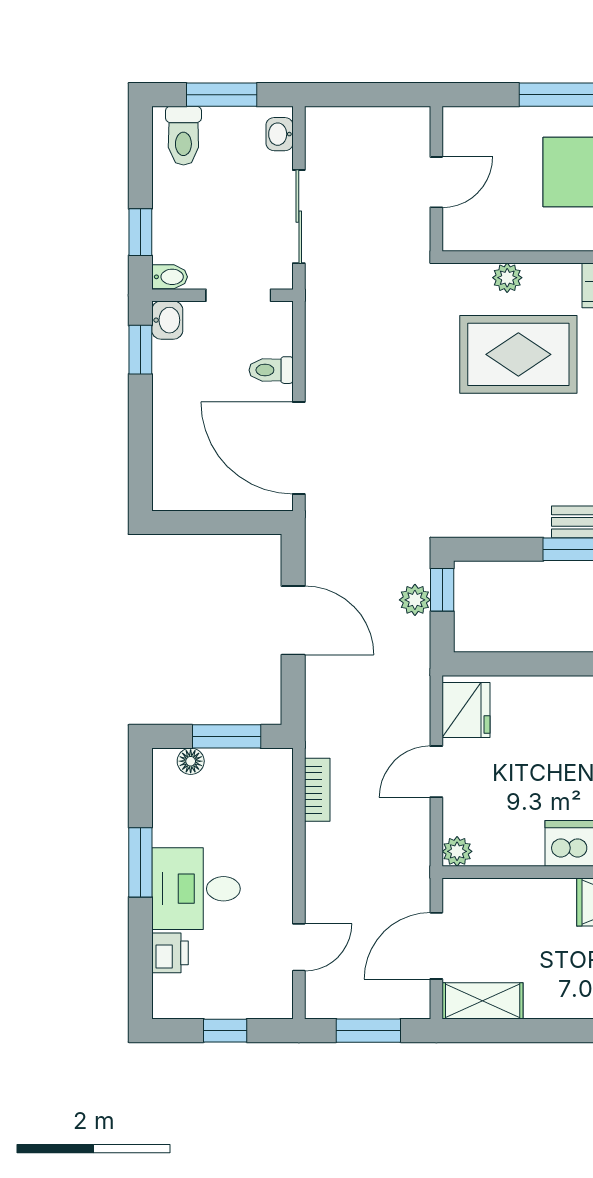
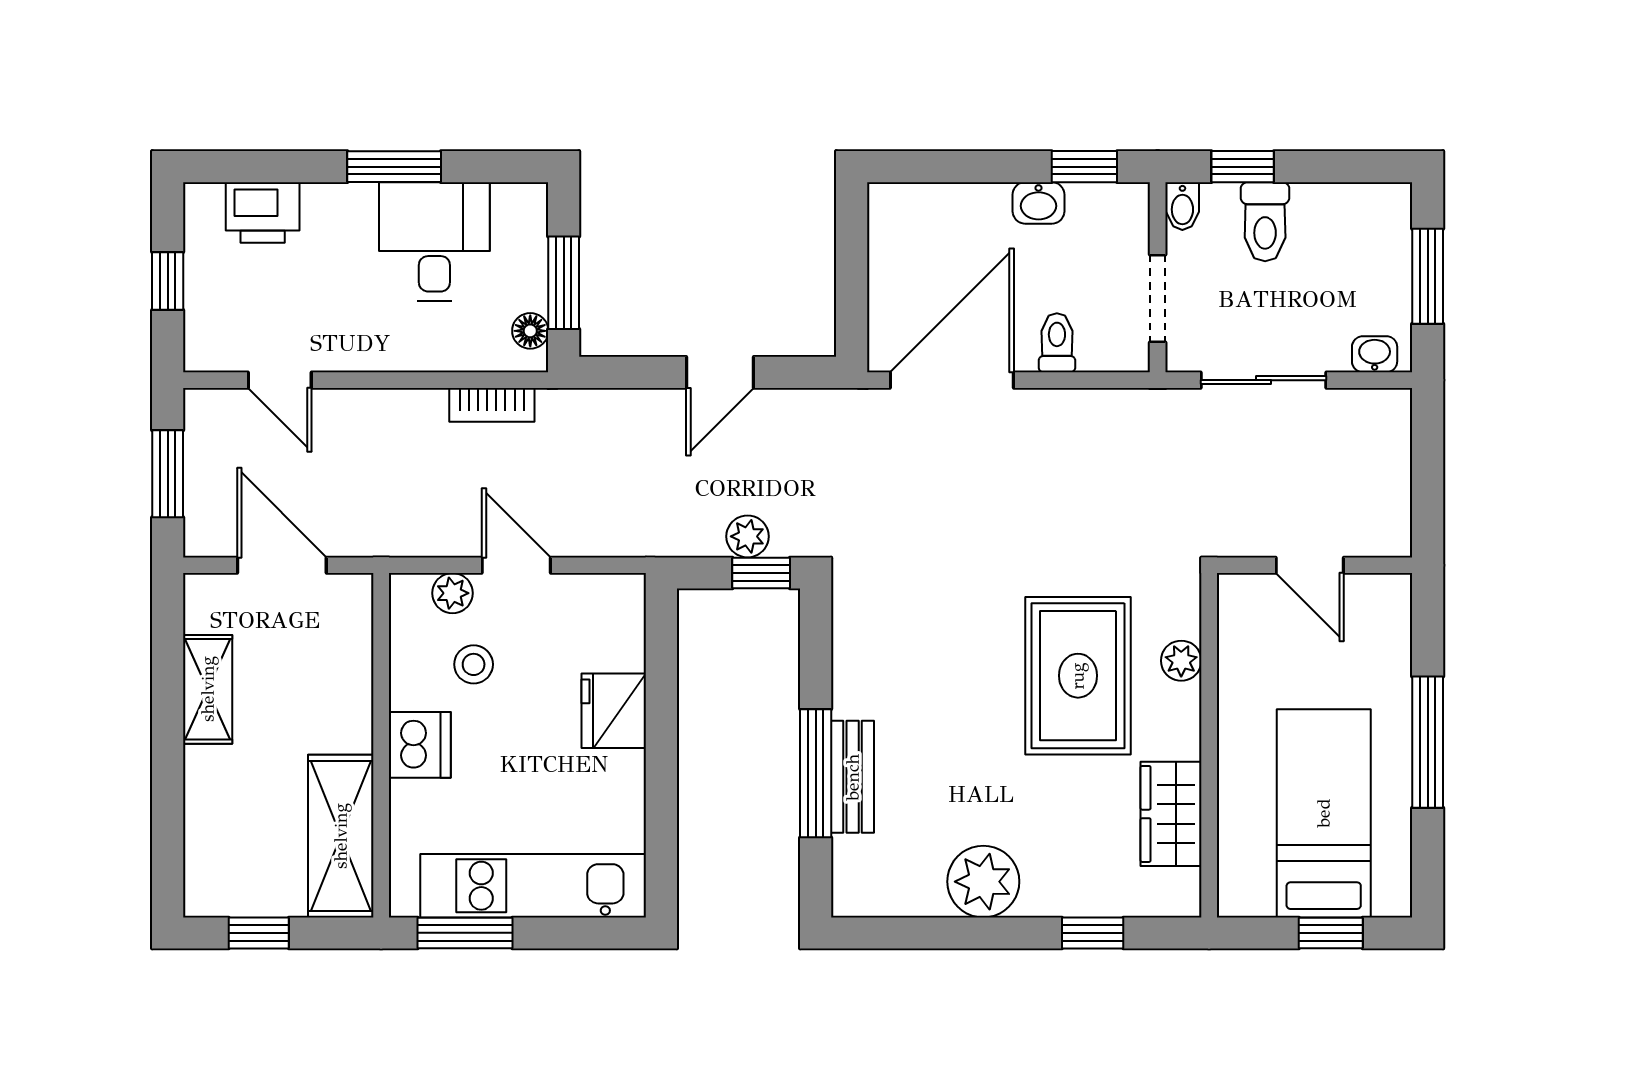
toilet: (183, 136) -> (1265, 222), moved, turned -90
washbasin: (167, 320) -> (1039, 203), moved
door: (293, 620) -> (720, 372), width x0.73
fridge: (466, 710) -> (614, 711), moved, turned 90
floor lamp: (191, 761) -> (530, 331), moved
stool: (510, 803) -> (474, 664), added
plant: (457, 851) -> (453, 593), moved
desk: (196, 889) -> (434, 242), moved
printer: (170, 953) -> (263, 212), width x1.36, depth x1.24
shelving: (483, 1001) -> (208, 689), moved

